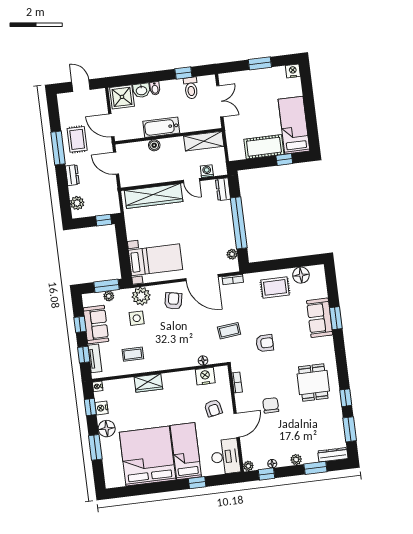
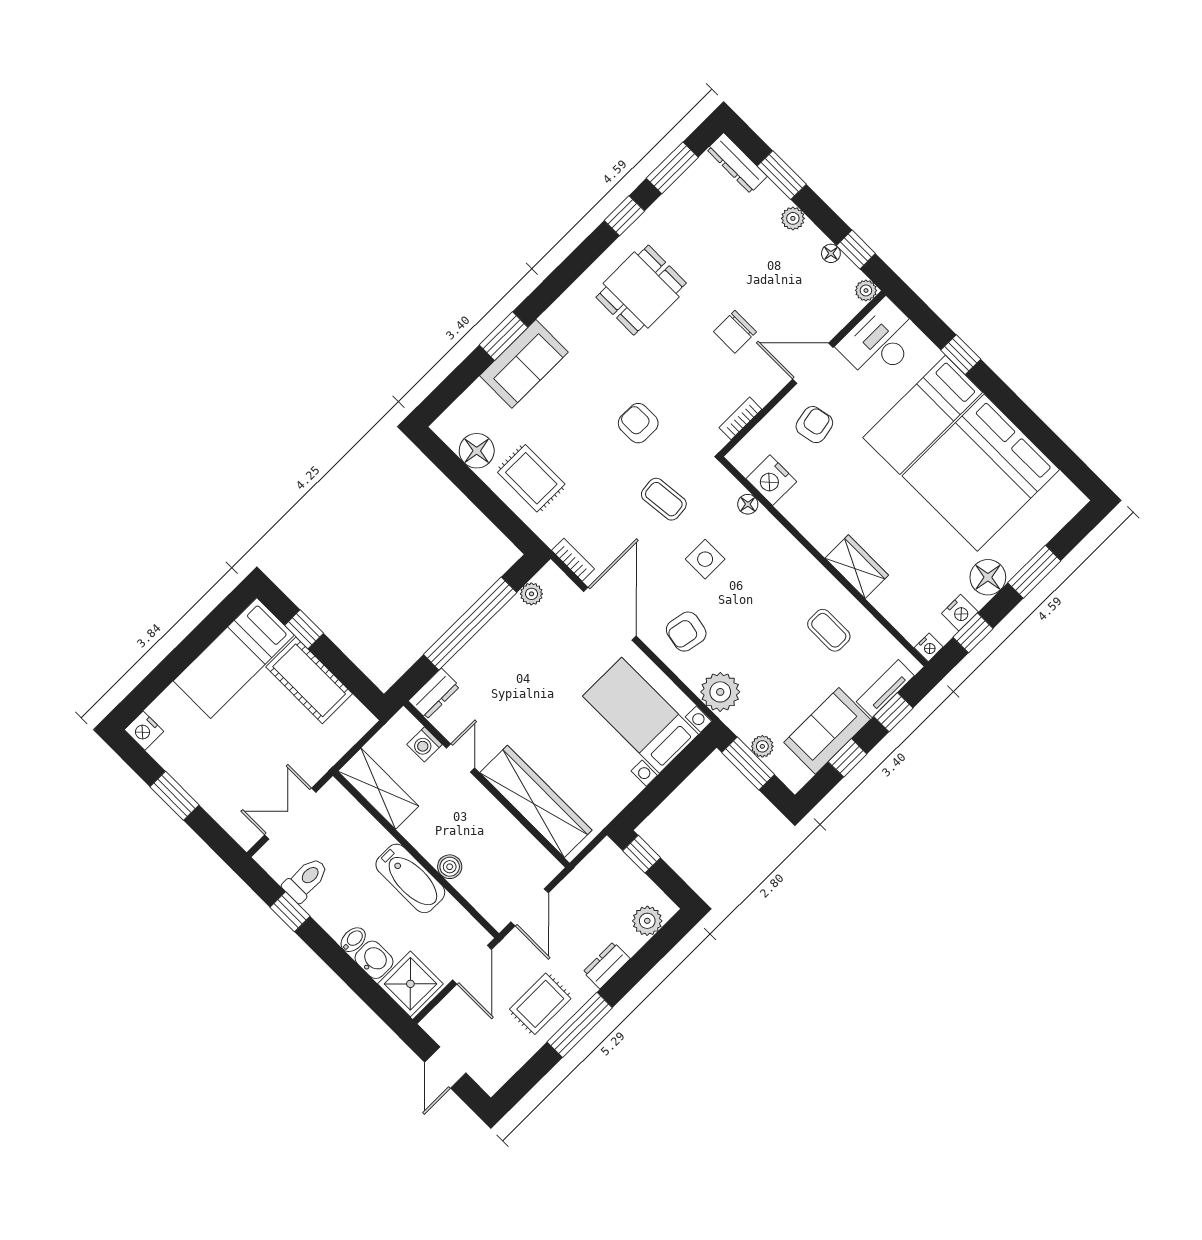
side table: (137, 318) -> (705, 559), moved

